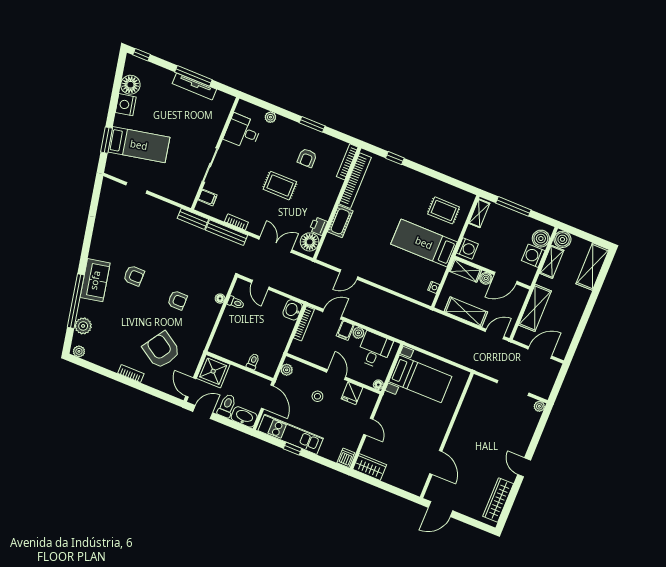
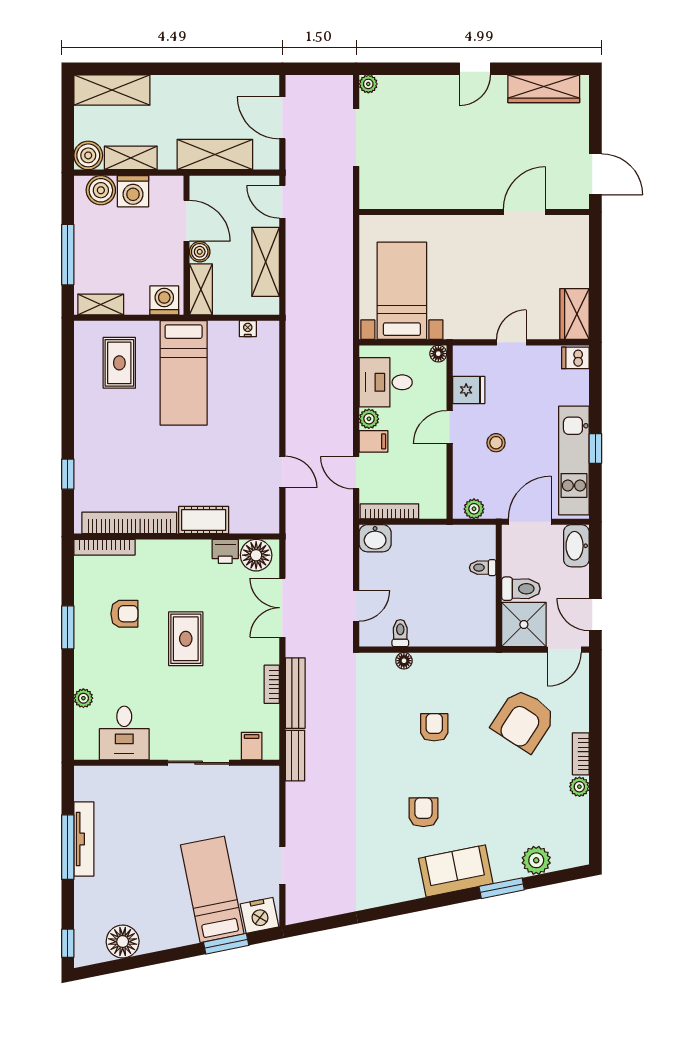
nightstand: (126, 105) -> (260, 915), moved
window: (76, 301) -> (502, 888), width x0.47
plant: (79, 351) -> (579, 787), moved
toilet: (227, 406) -> (521, 589), moved, turned 180

